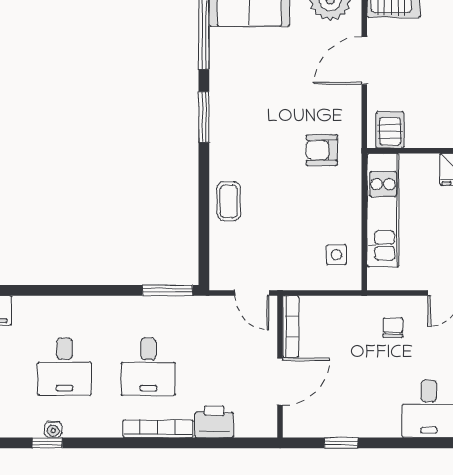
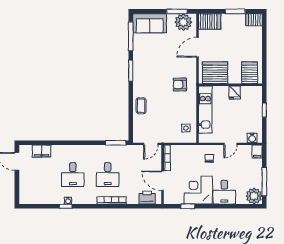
server rack: (390, 130) -> (215, 73), width x2.18, depth x1.44
door: (252, 293) -> (151, 144), hinge flipped
door: (280, 382) -> (162, 181), swing flipped
corner desk: (366, 404) -> (198, 190), added
printer: (214, 422) -> (147, 198), moved

